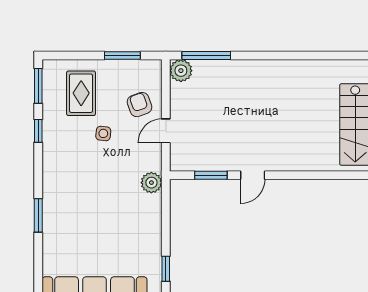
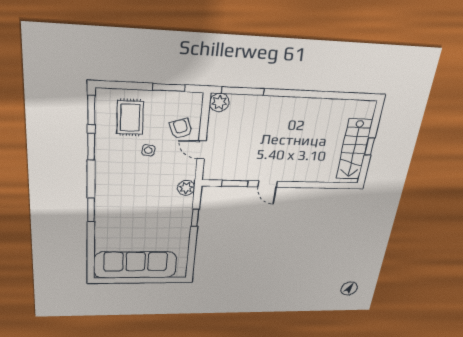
window: (38, 131) -> (91, 147), width x1.50
door: (166, 131) -> (202, 150), hinge flipped
door: (253, 175) -> (268, 184), hinge flipped
window: (166, 269) -> (195, 218), moved

